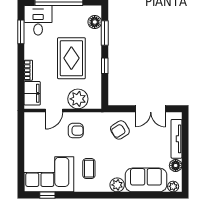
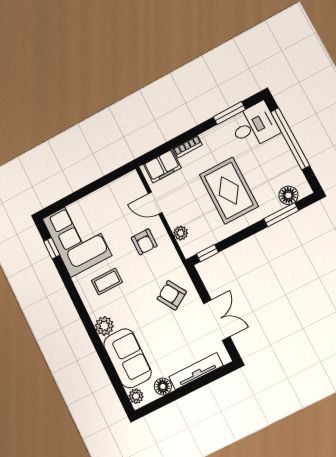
rug: (71, 58) -> (229, 191), turned 90
window: (105, 66) -> (207, 253), moved
plant: (78, 99) -> (181, 233), width x0.53, depth x0.53
double door: (151, 109) -> (217, 320), swing flipped

